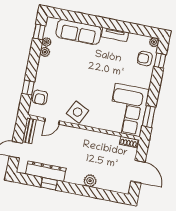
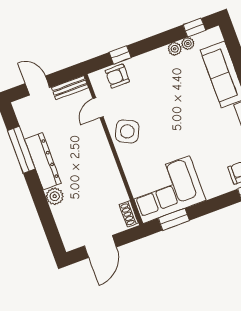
door: (52, 121) -> (98, 108), hinge flipped
dresser: (46, 171) -> (43, 161), moved
window: (49, 184) -> (21, 150), width x2.17

